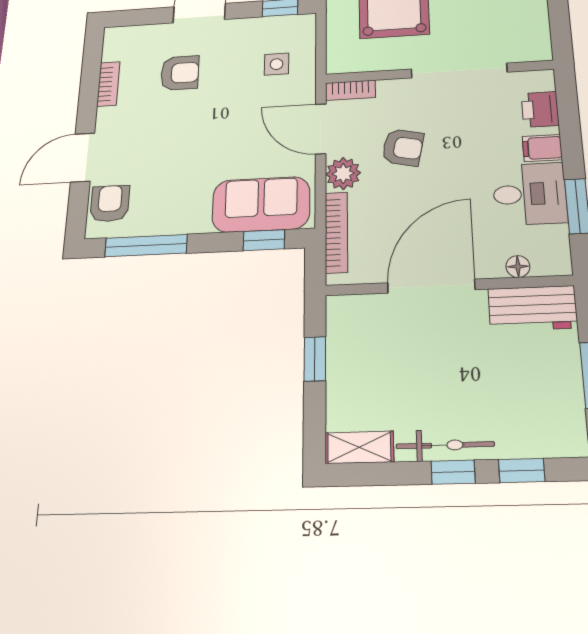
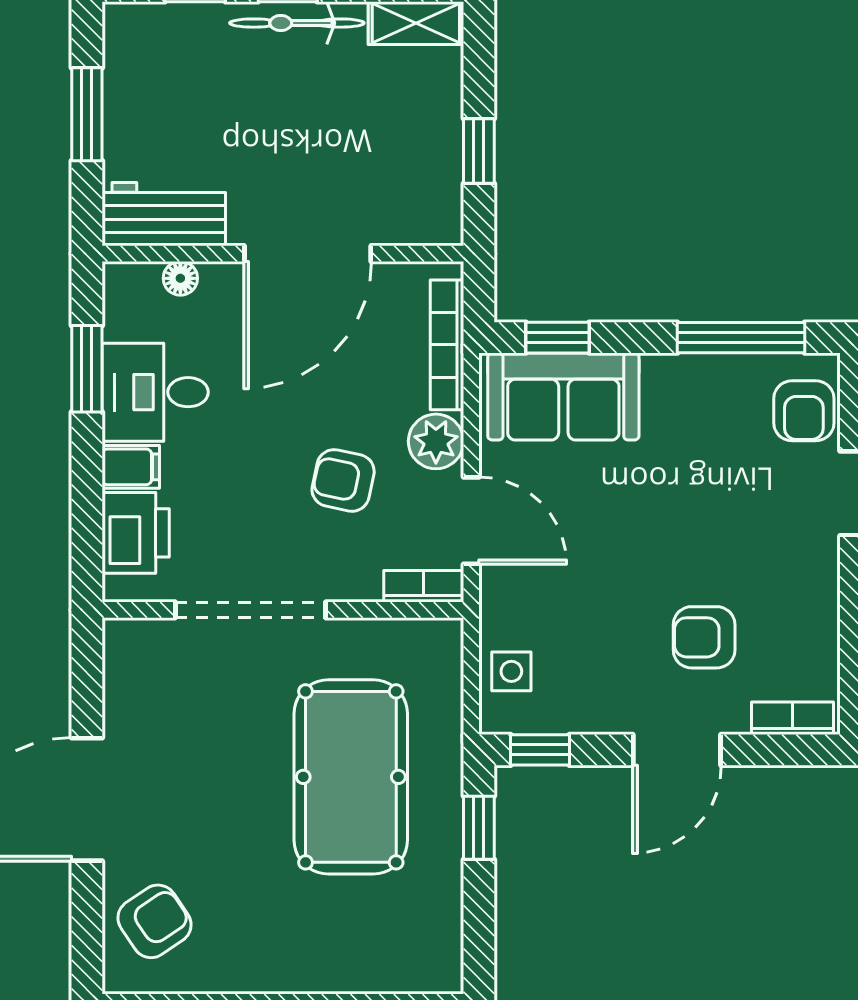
side table: (277, 64) -> (511, 671), moved
bookcase: (108, 84) -> (793, 718), moved, turned 90
printer: (540, 109) -> (136, 533), width x1.36, depth x1.24

